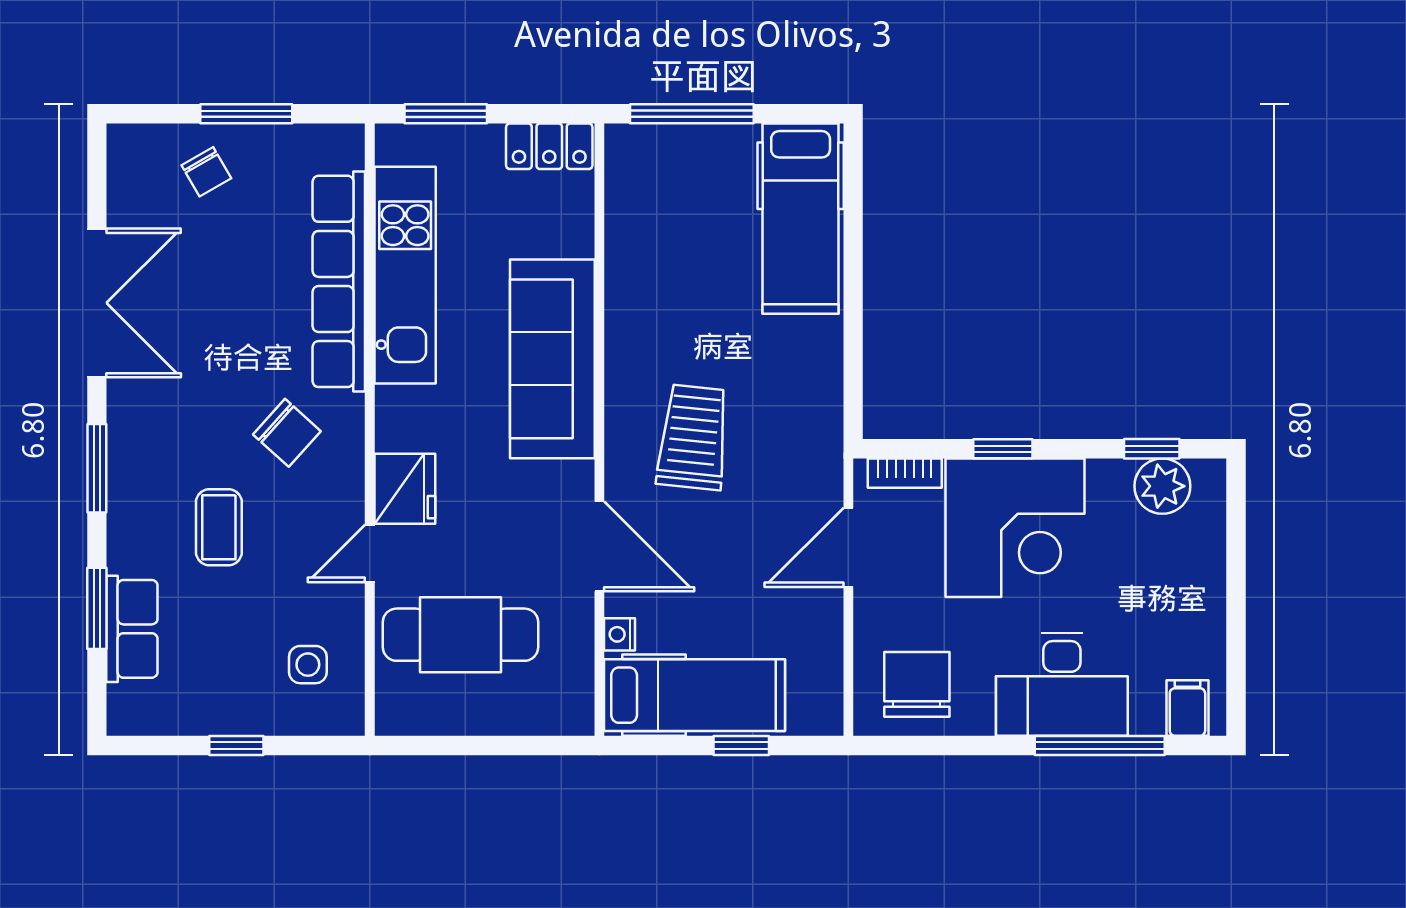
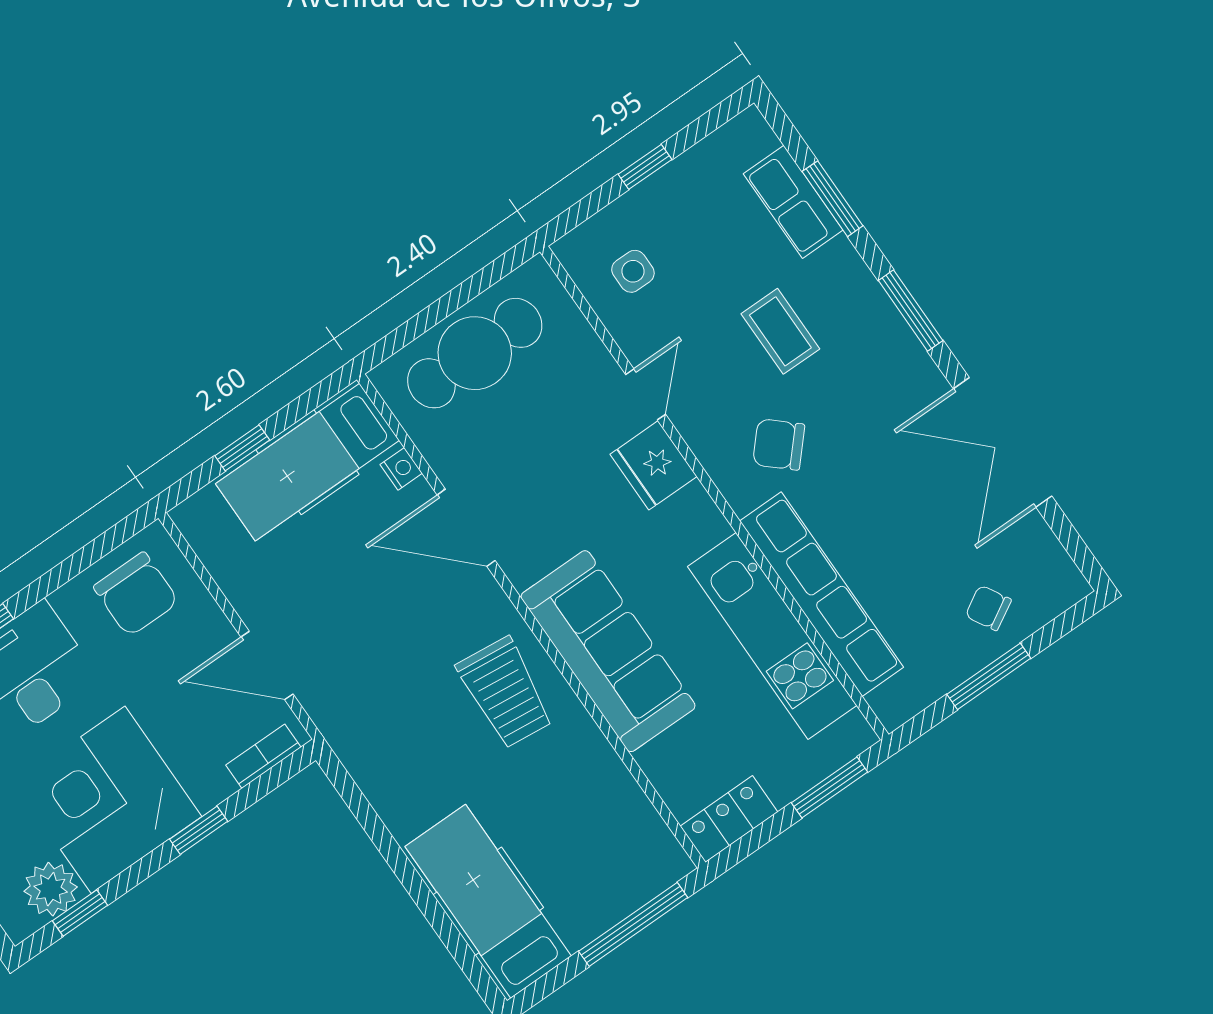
trolley: (693, 437) -> (505, 693), moved
corner desk: (1015, 528) -> (108, 800), moved
door: (848, 547) -> (267, 666), swing flipped
cafe table: (461, 635) -> (475, 353), moved

